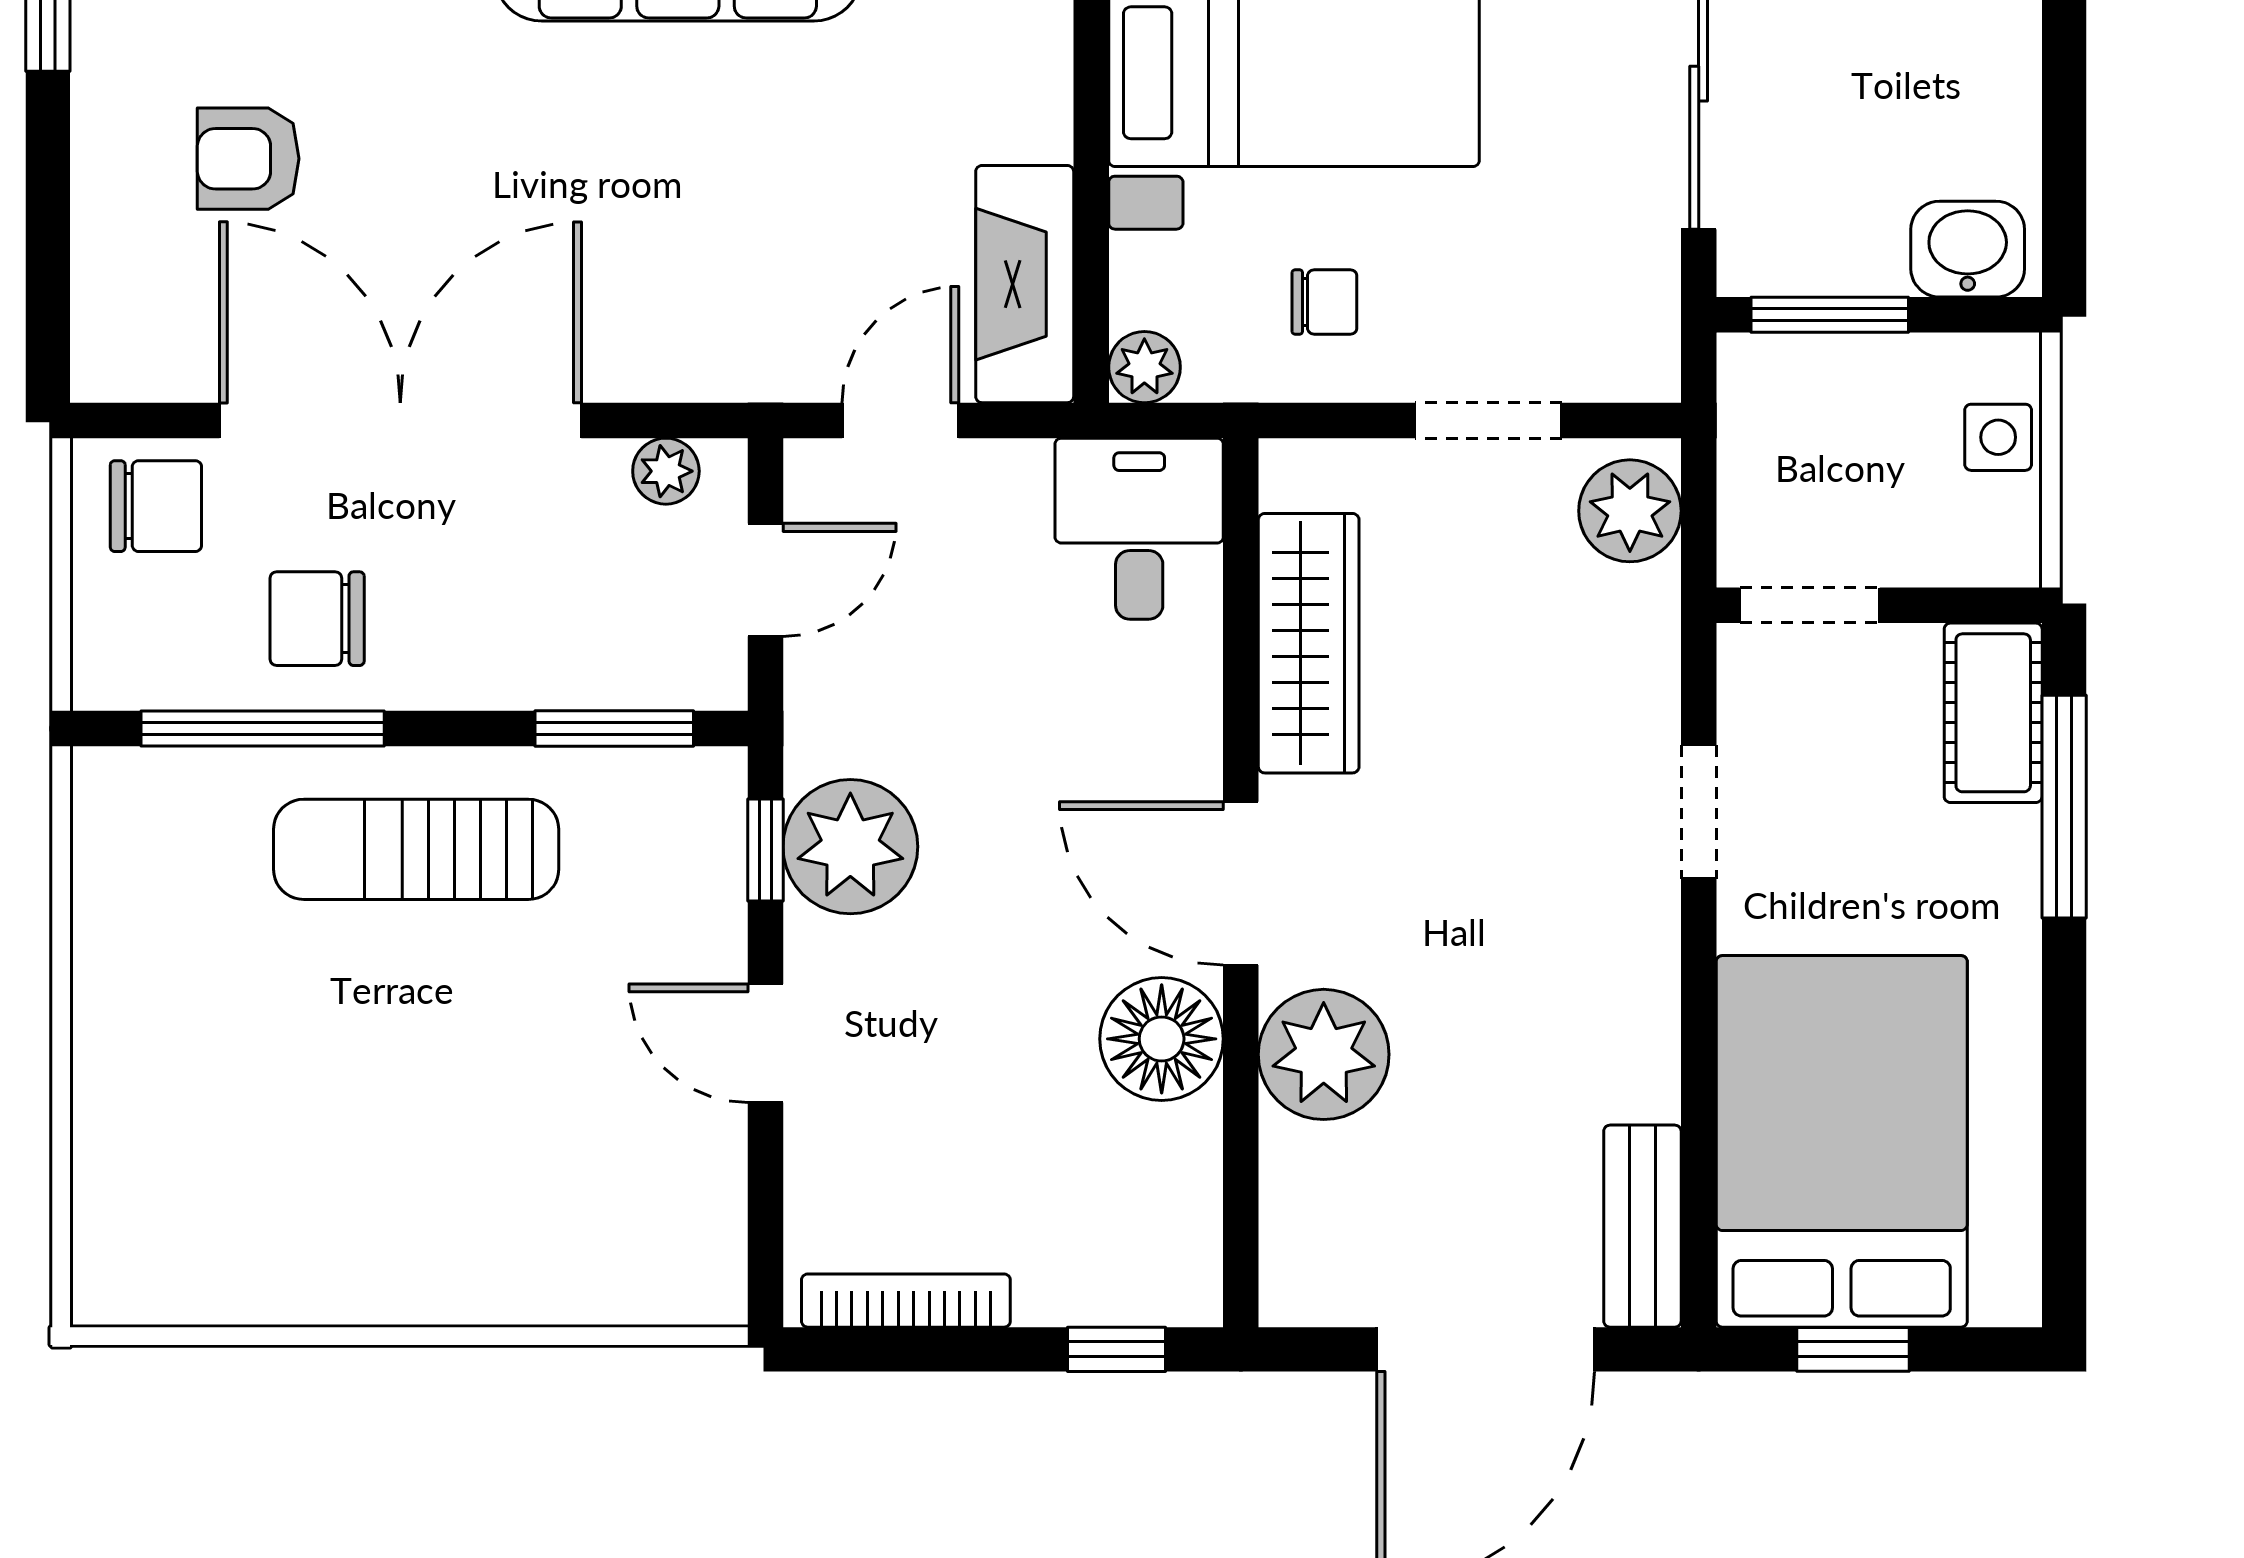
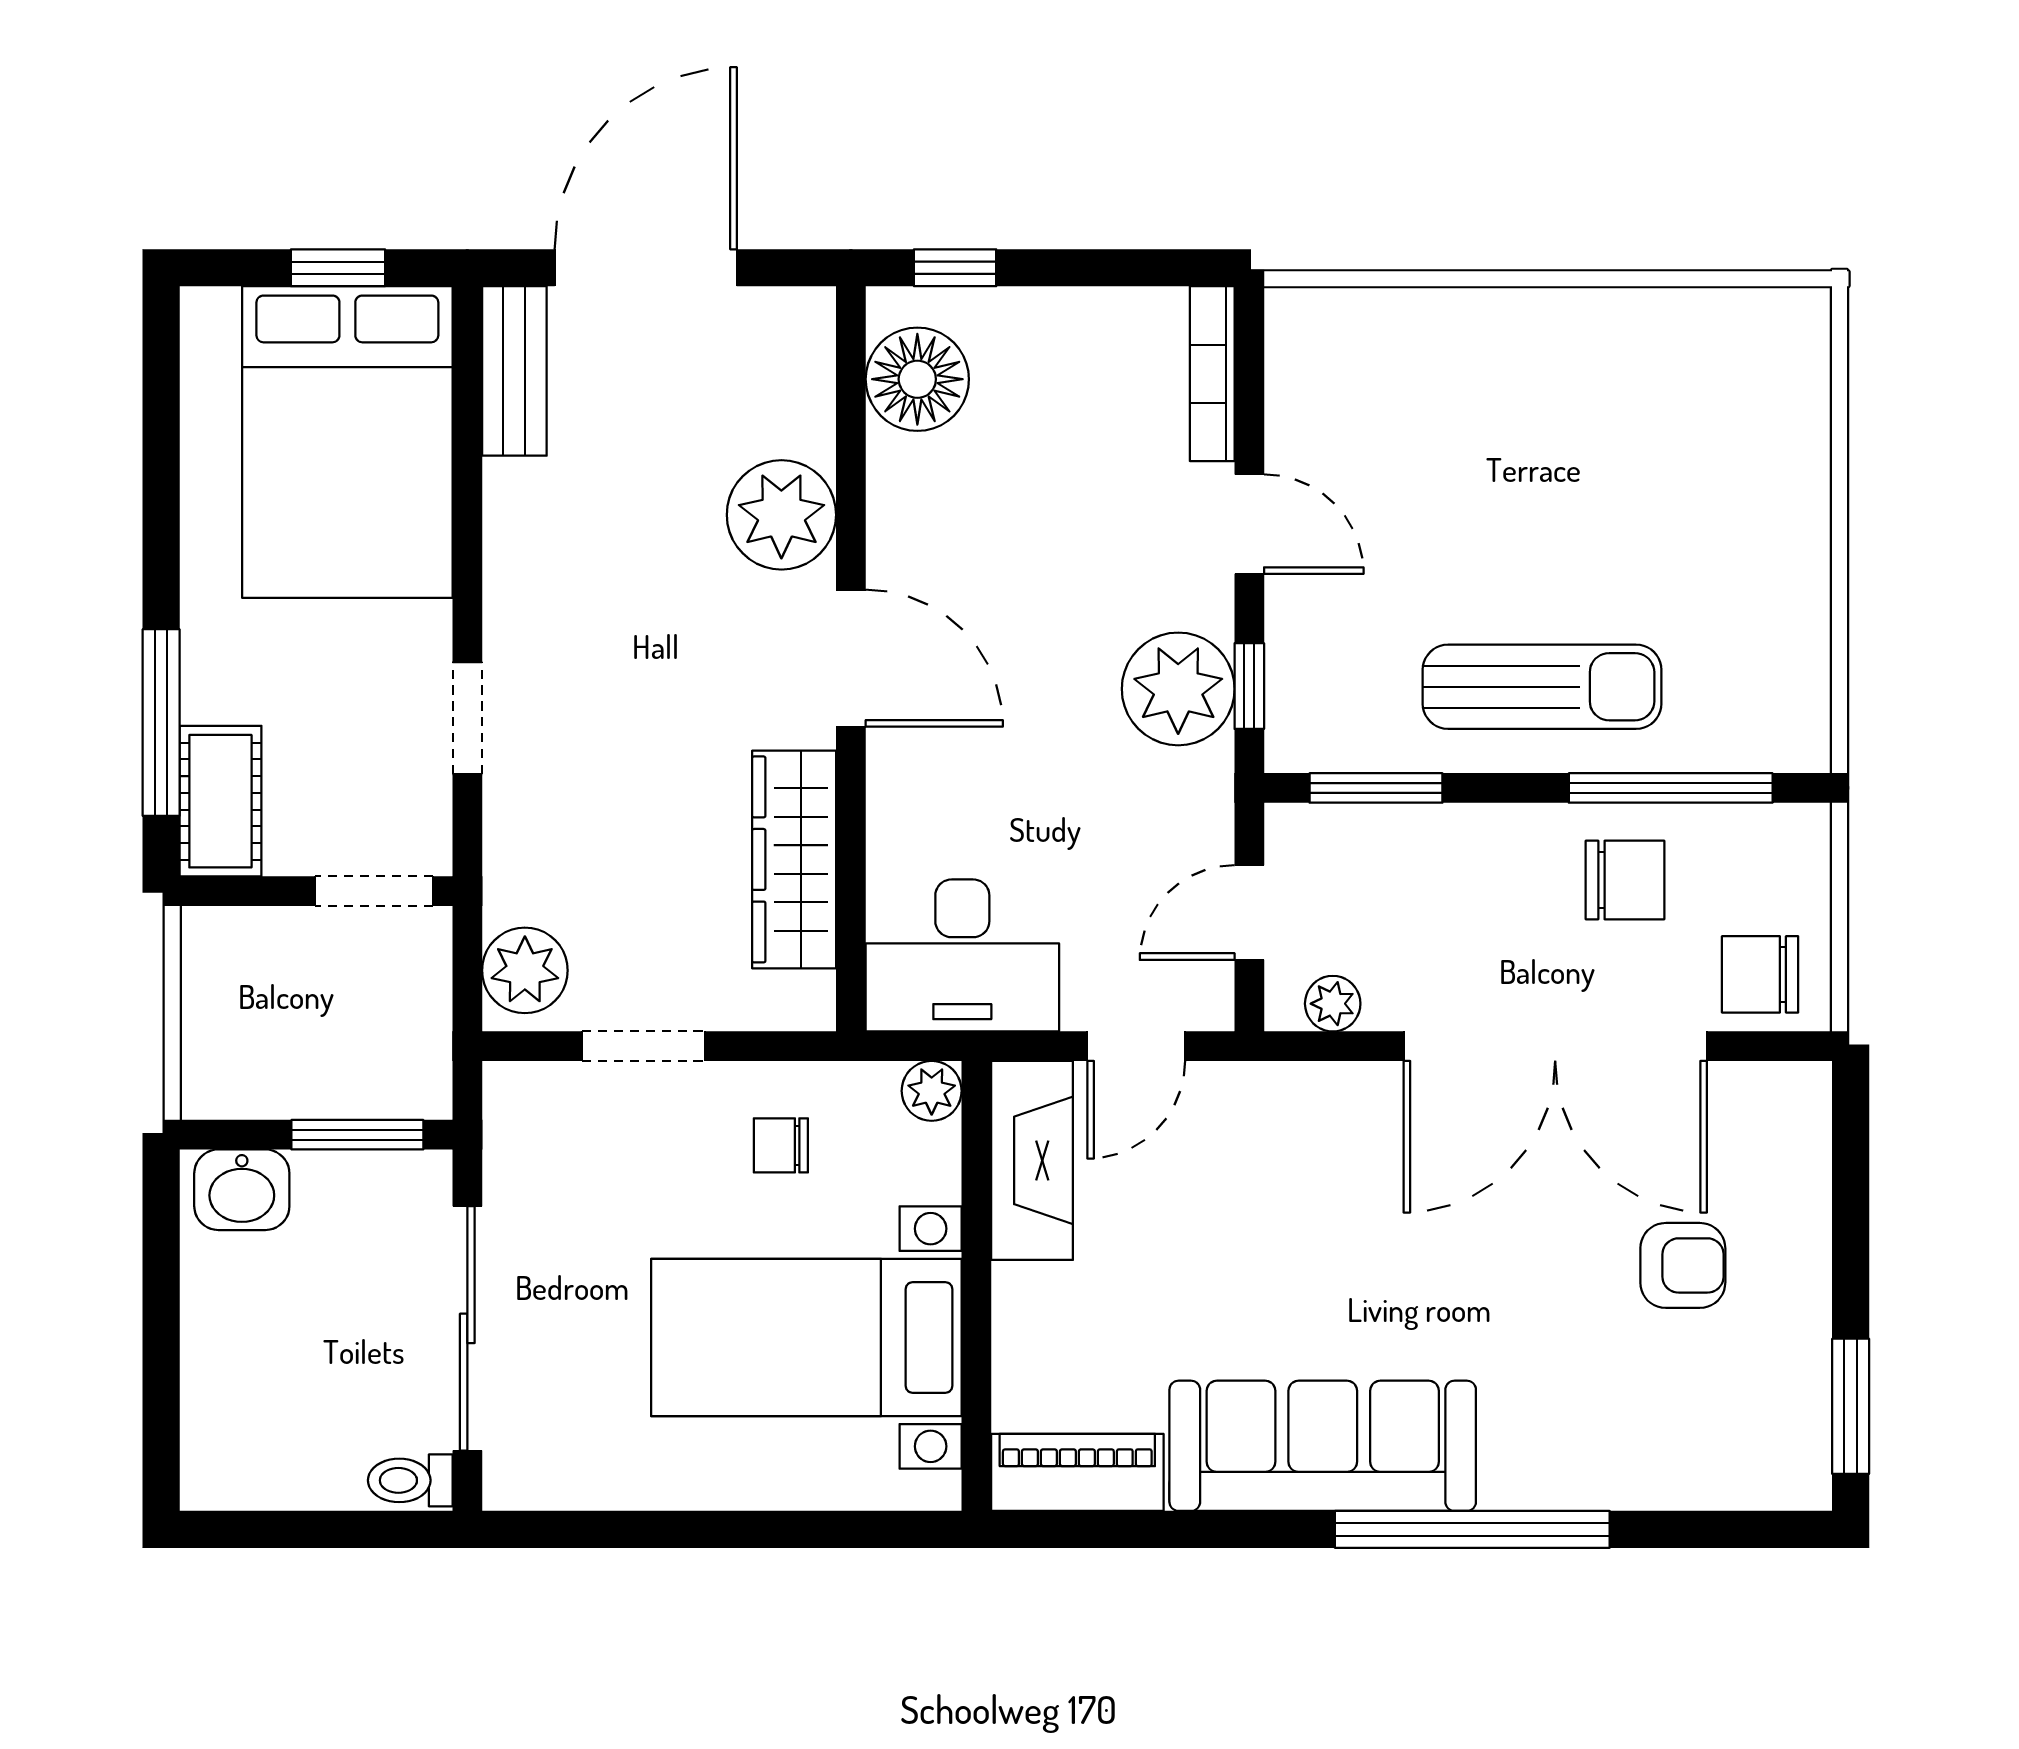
side table: (1998, 437) -> (216, 1032), removed
desk: (1139, 529) -> (962, 955), width x1.37
floor lamp: (1162, 1039) -> (917, 379), moved
bookcase: (906, 1301) -> (1212, 374), moved, turned 90

